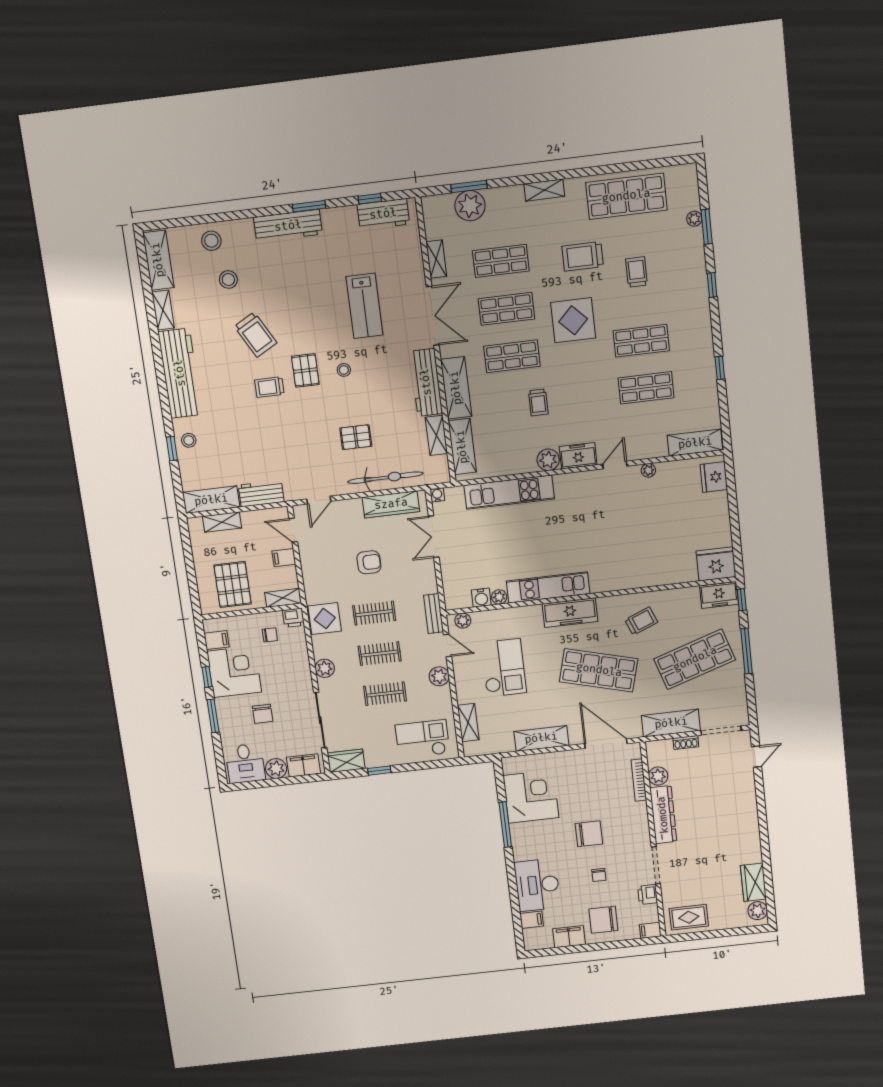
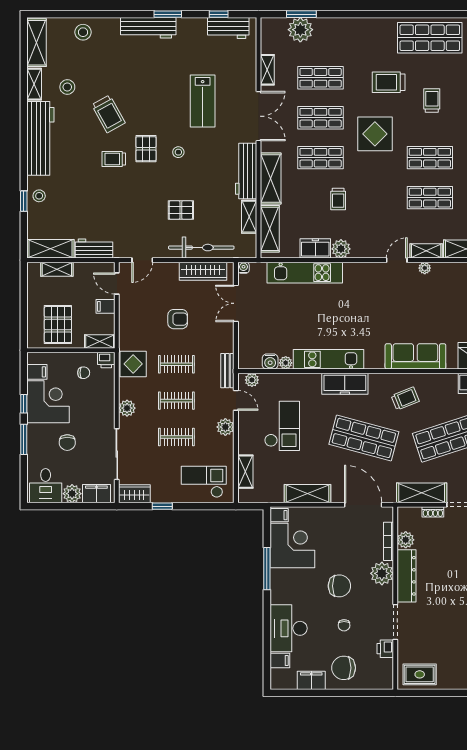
shelving: (544, 190) -> (426, 251), moved
stool: (228, 280) -> (67, 87), moved
freezer: (578, 456) -> (315, 248), moved
sofa: (648, 572) -> (415, 356), added
plant: (635, 815) -> (382, 573), added
filing cabinet: (650, 930) -> (279, 515), moved, turned 180

